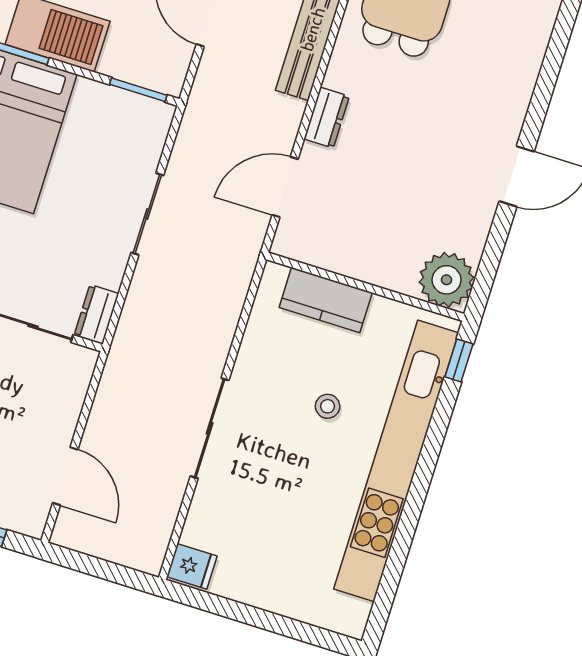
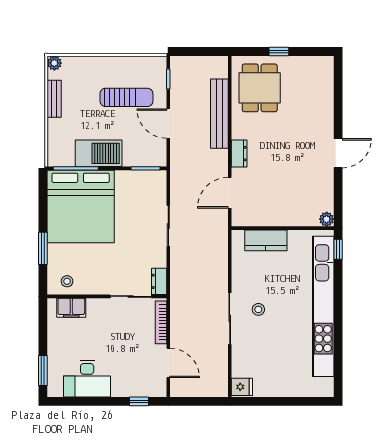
plant: (446, 280) -> (327, 219), width x0.53, depth x0.53
bookcase: (76, 394) -> (161, 322), added
stool: (328, 406) -> (258, 309), moved

